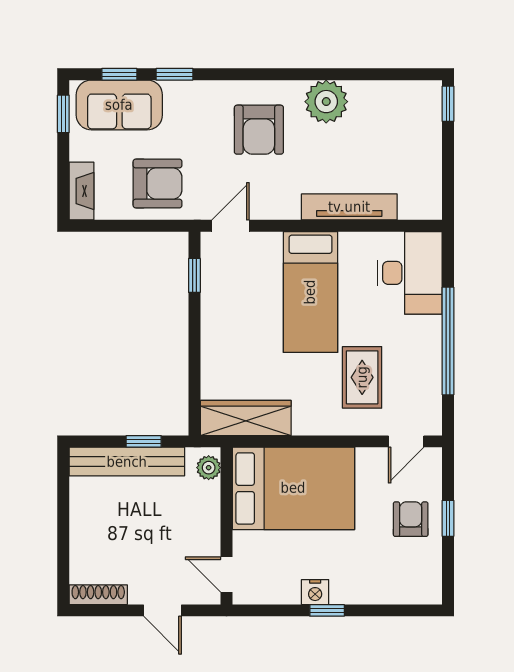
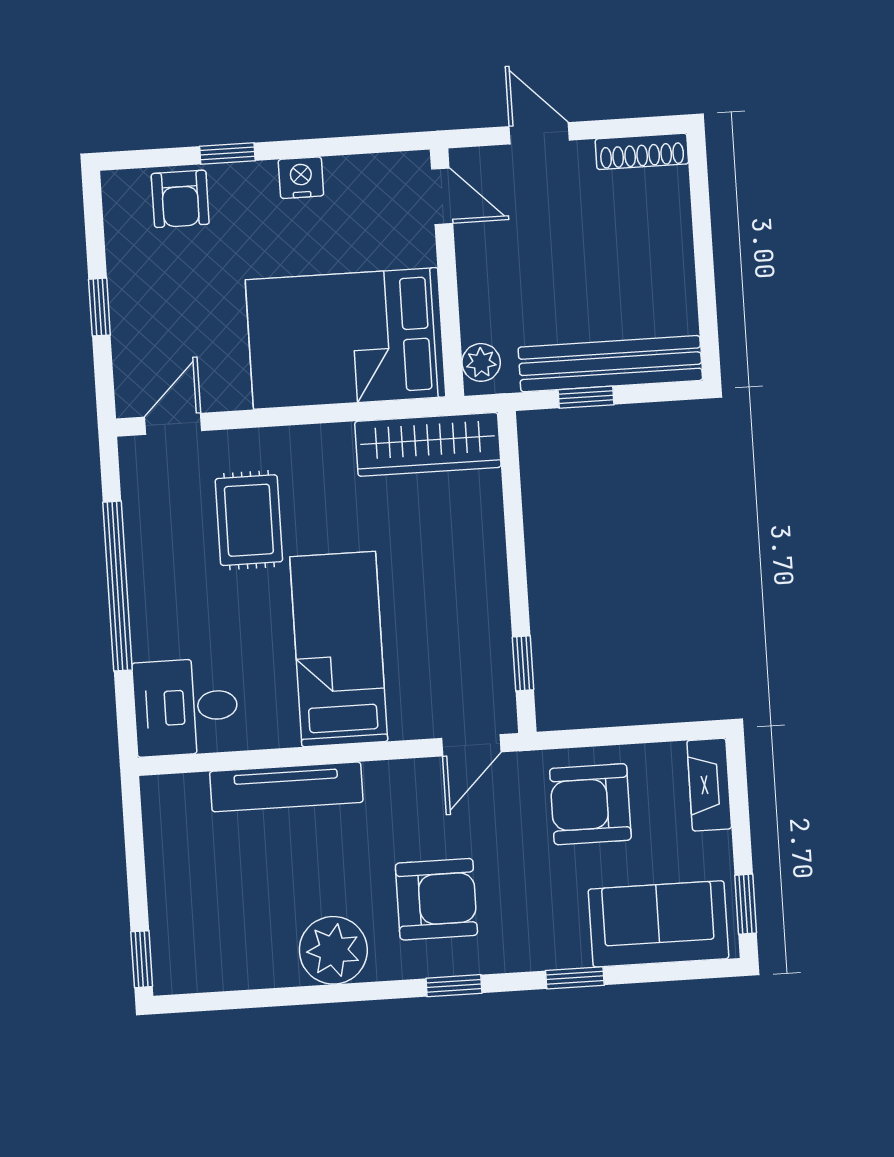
window: (119, 74) -> (454, 986), moved
armchair: (259, 130) -> (436, 899), turned 90
desk: (410, 273) -> (186, 707), width x0.73
armchair: (411, 519) -> (180, 199), moved
window: (327, 610) -> (227, 153), moved

